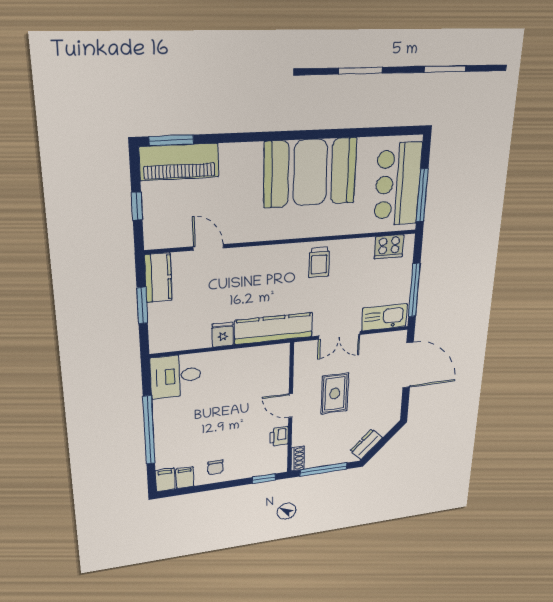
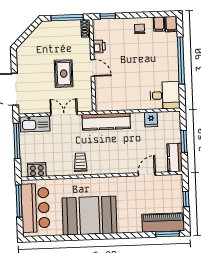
door: (208, 247) -> (147, 174), swing flipped
fridge: (223, 335) -> (151, 119), moved
dresser: (366, 444) -> (38, 33), removed

